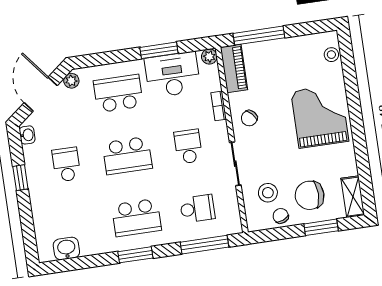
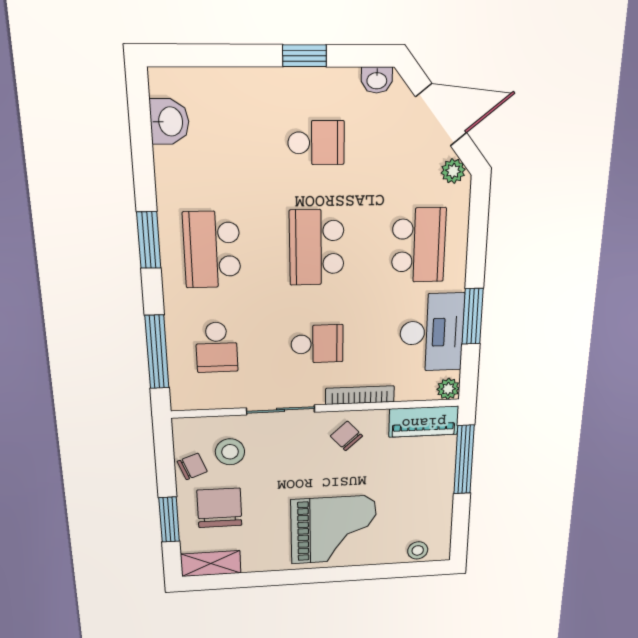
bookcase: (219, 106) -> (360, 395), width x1.56

